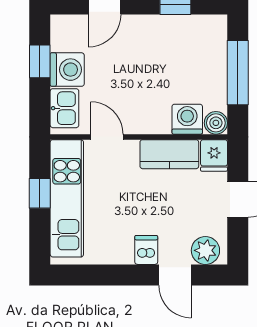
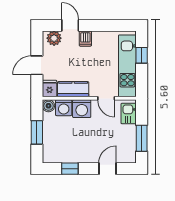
window: (40, 61) -> (142, 138), width x1.50
washing machine: (67, 70) -> (82, 109), moved, turned -90
window: (238, 73) -> (37, 132), width x0.69
window: (40, 193) -> (142, 55), moved

